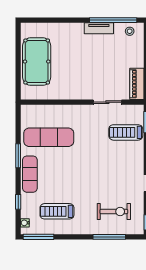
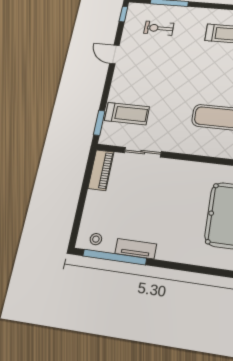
exercise bike: (114, 211) -> (159, 28), width x0.73, depth x0.72

